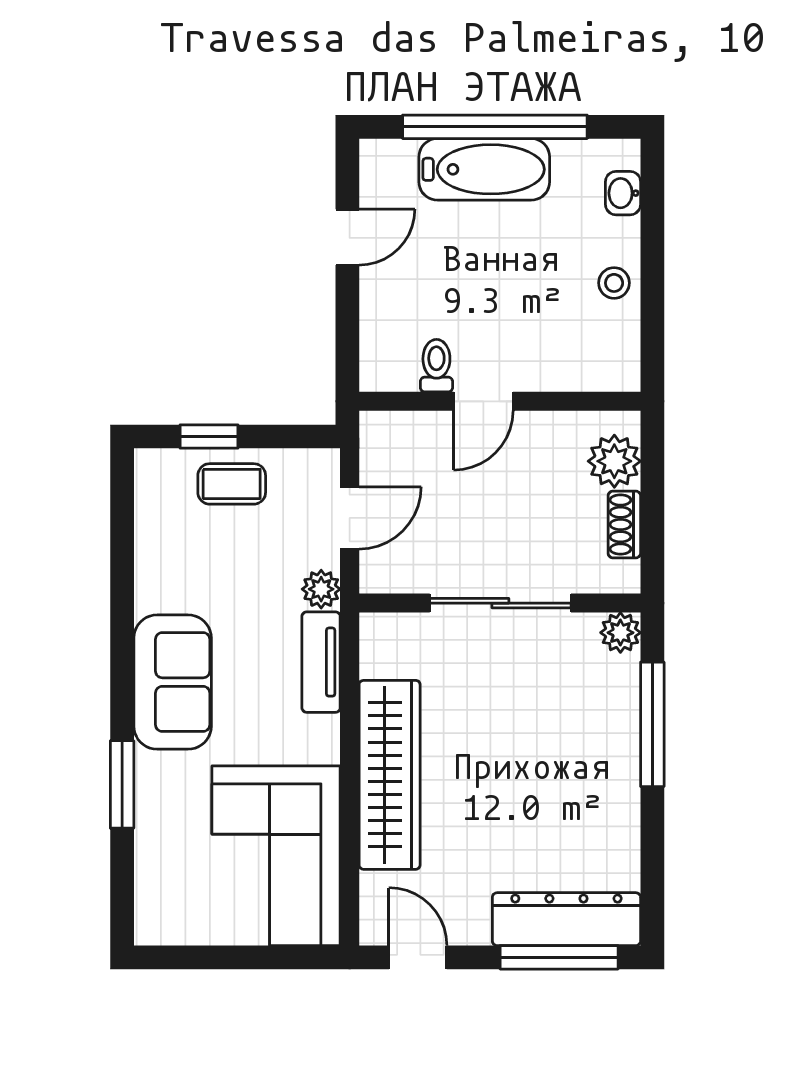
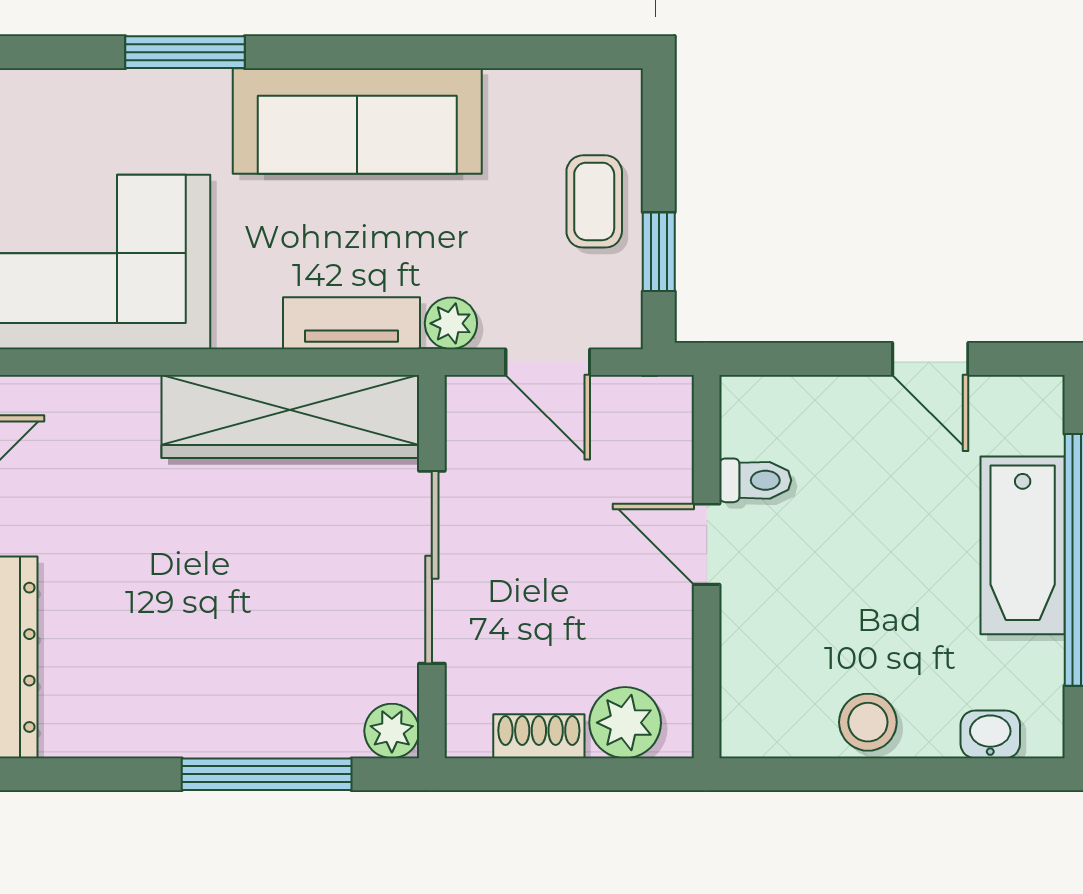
stool: (614, 283) -> (868, 722), width x1.37, depth x1.37
window: (209, 436) -> (659, 252), moved
sofa: (173, 682) -> (357, 121), width x1.36
wardrobe: (390, 775) -> (290, 417), moved

